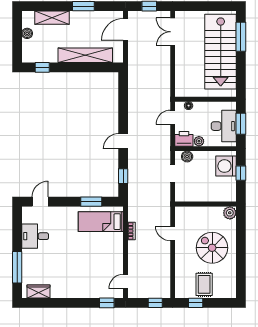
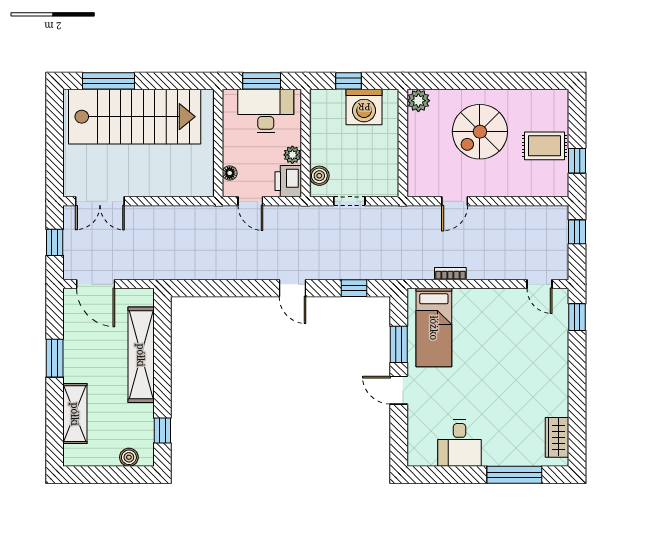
boiler: (27, 33) -> (129, 457), moved
washing machine: (226, 166) -> (364, 107), moved
door: (40, 202) -> (399, 390), moved

